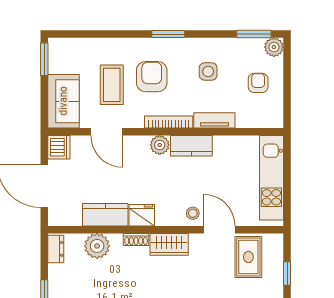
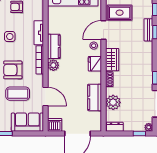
door: (107, 132) -> (46, 97), hinge flipped
fridge: (142, 215) -> (95, 64), moved

